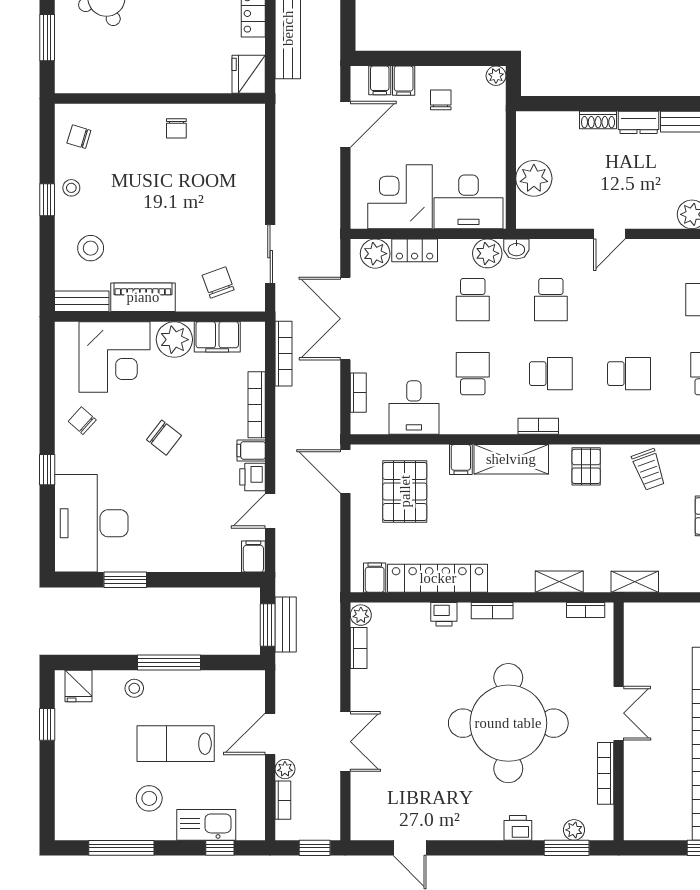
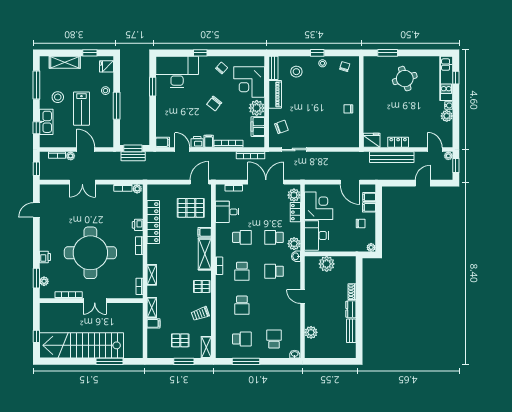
filing cabinet: (375, 578) -> (153, 323), moved
lab bench: (176, 744) -> (81, 109), turned 180
shelving: (69, 782) -> (65, 62), added

